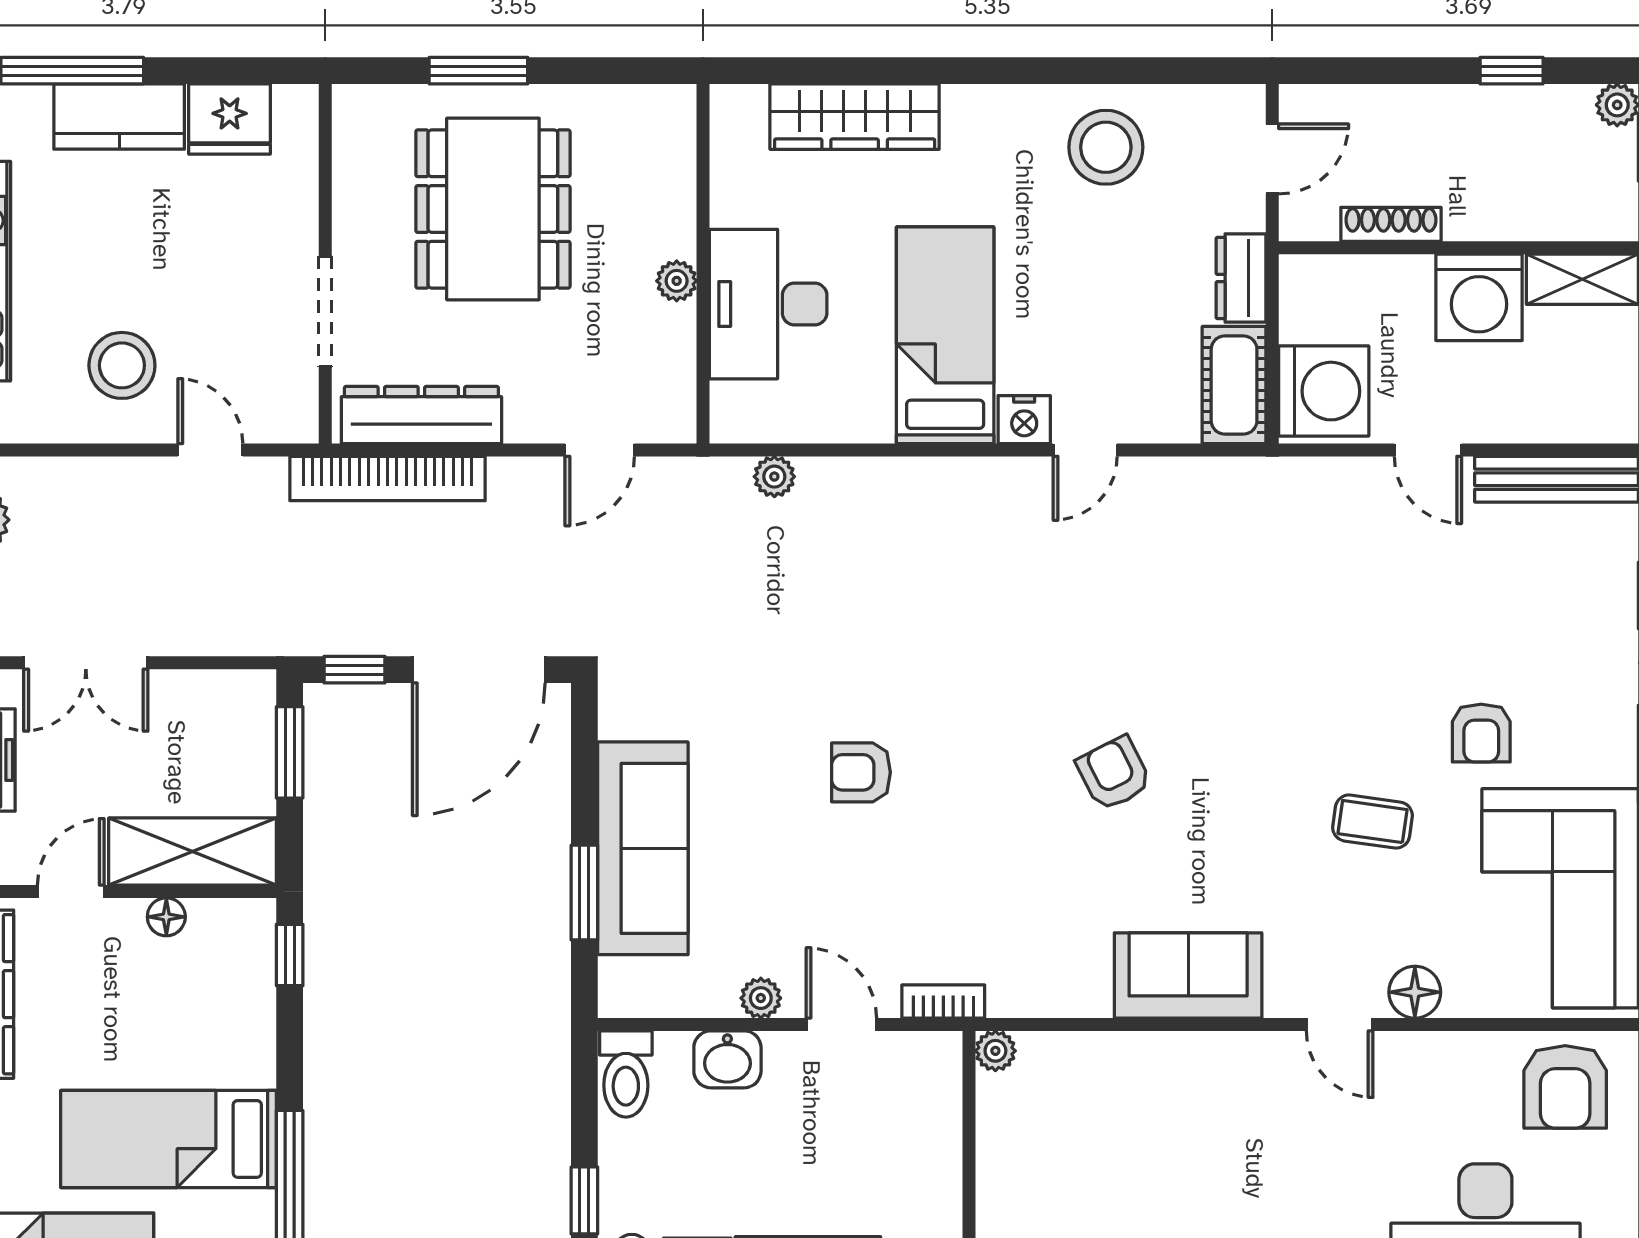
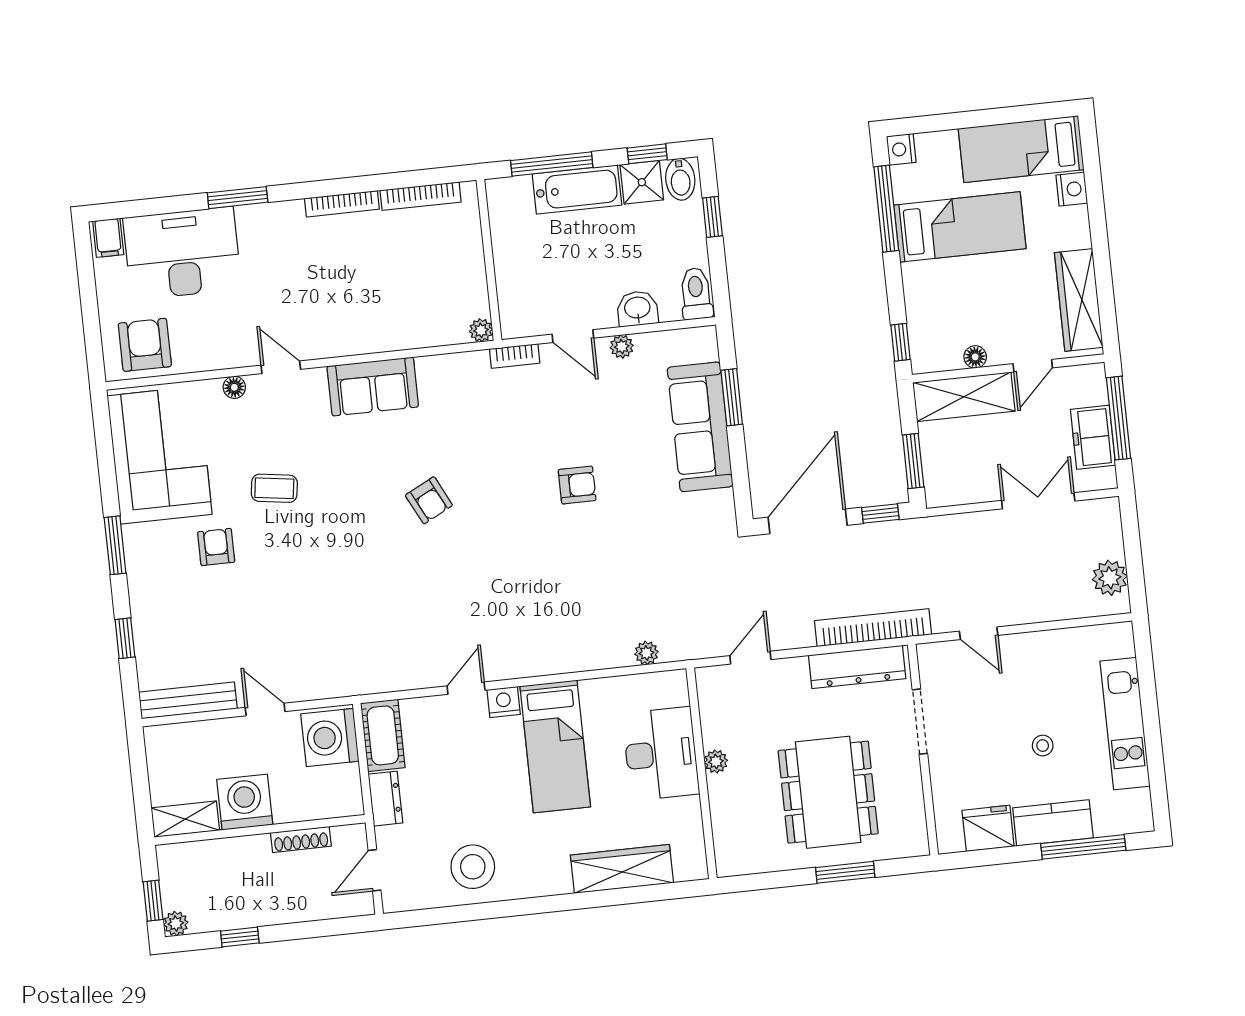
stool: (122, 365) -> (1043, 746), moved, width x0.53, depth x0.53
floor lamp: (1415, 992) -> (234, 387), width x0.73, depth x0.73

